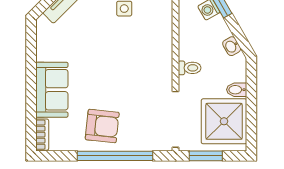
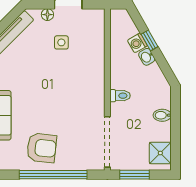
washbasin: (232, 46) -> (147, 57), moved
shower: (224, 121) -> (160, 153), width x0.54, depth x0.54

